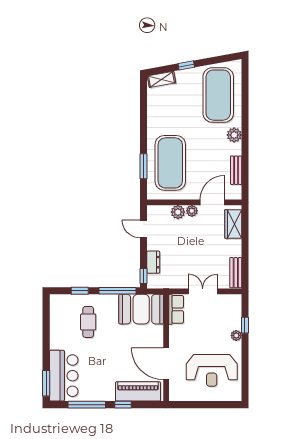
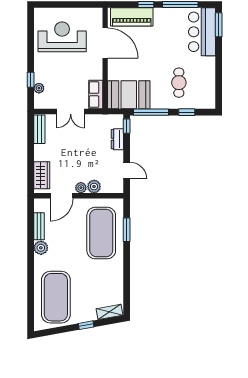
plant: (234, 135) -> (41, 248), moved
plant: (236, 335) -> (39, 88), moved

